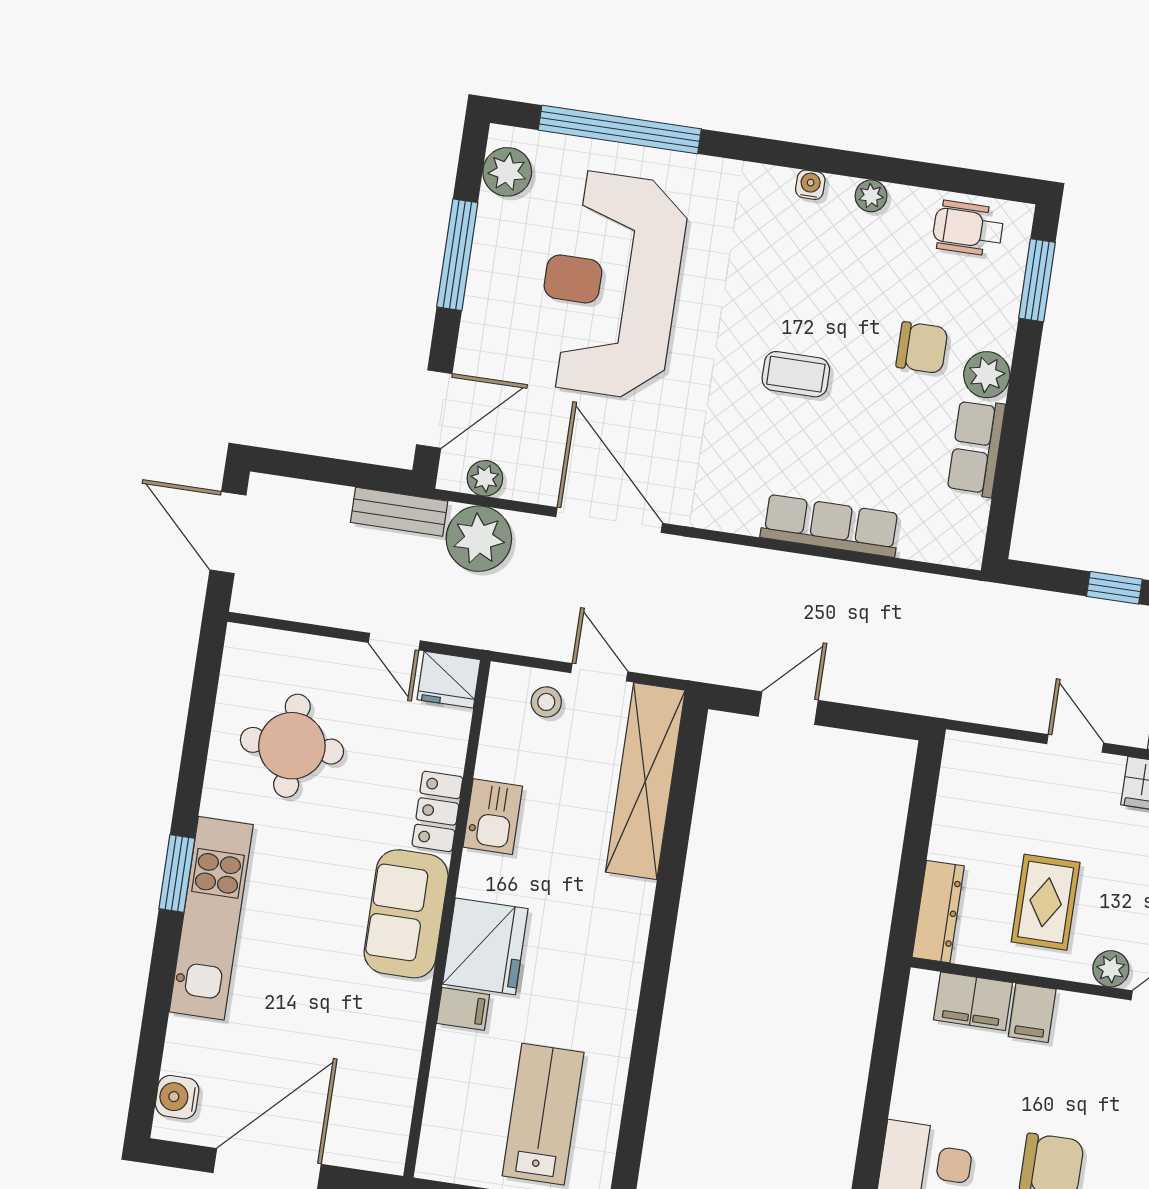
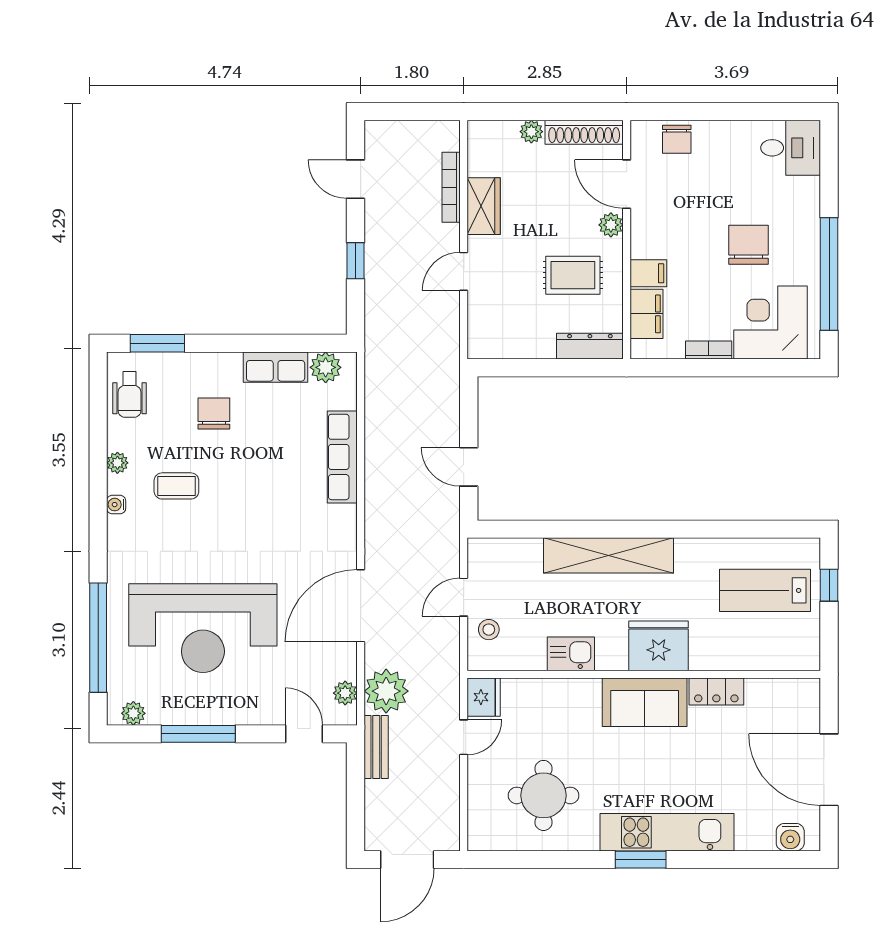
plant: (507, 172) -> (133, 713), width x0.73, depth x0.73
coffee table: (796, 374) -> (176, 486), moved, turned 90
plant: (987, 375) -> (326, 367), moved
door: (434, 409) -> (304, 734), width x0.73
shelving: (645, 781) -> (608, 555), moved
locker: (437, 811) -> (716, 692), moved
filing cabinet: (463, 1009) -> (703, 655), removed
bookcase: (907, 1084) -> (709, 350), added

